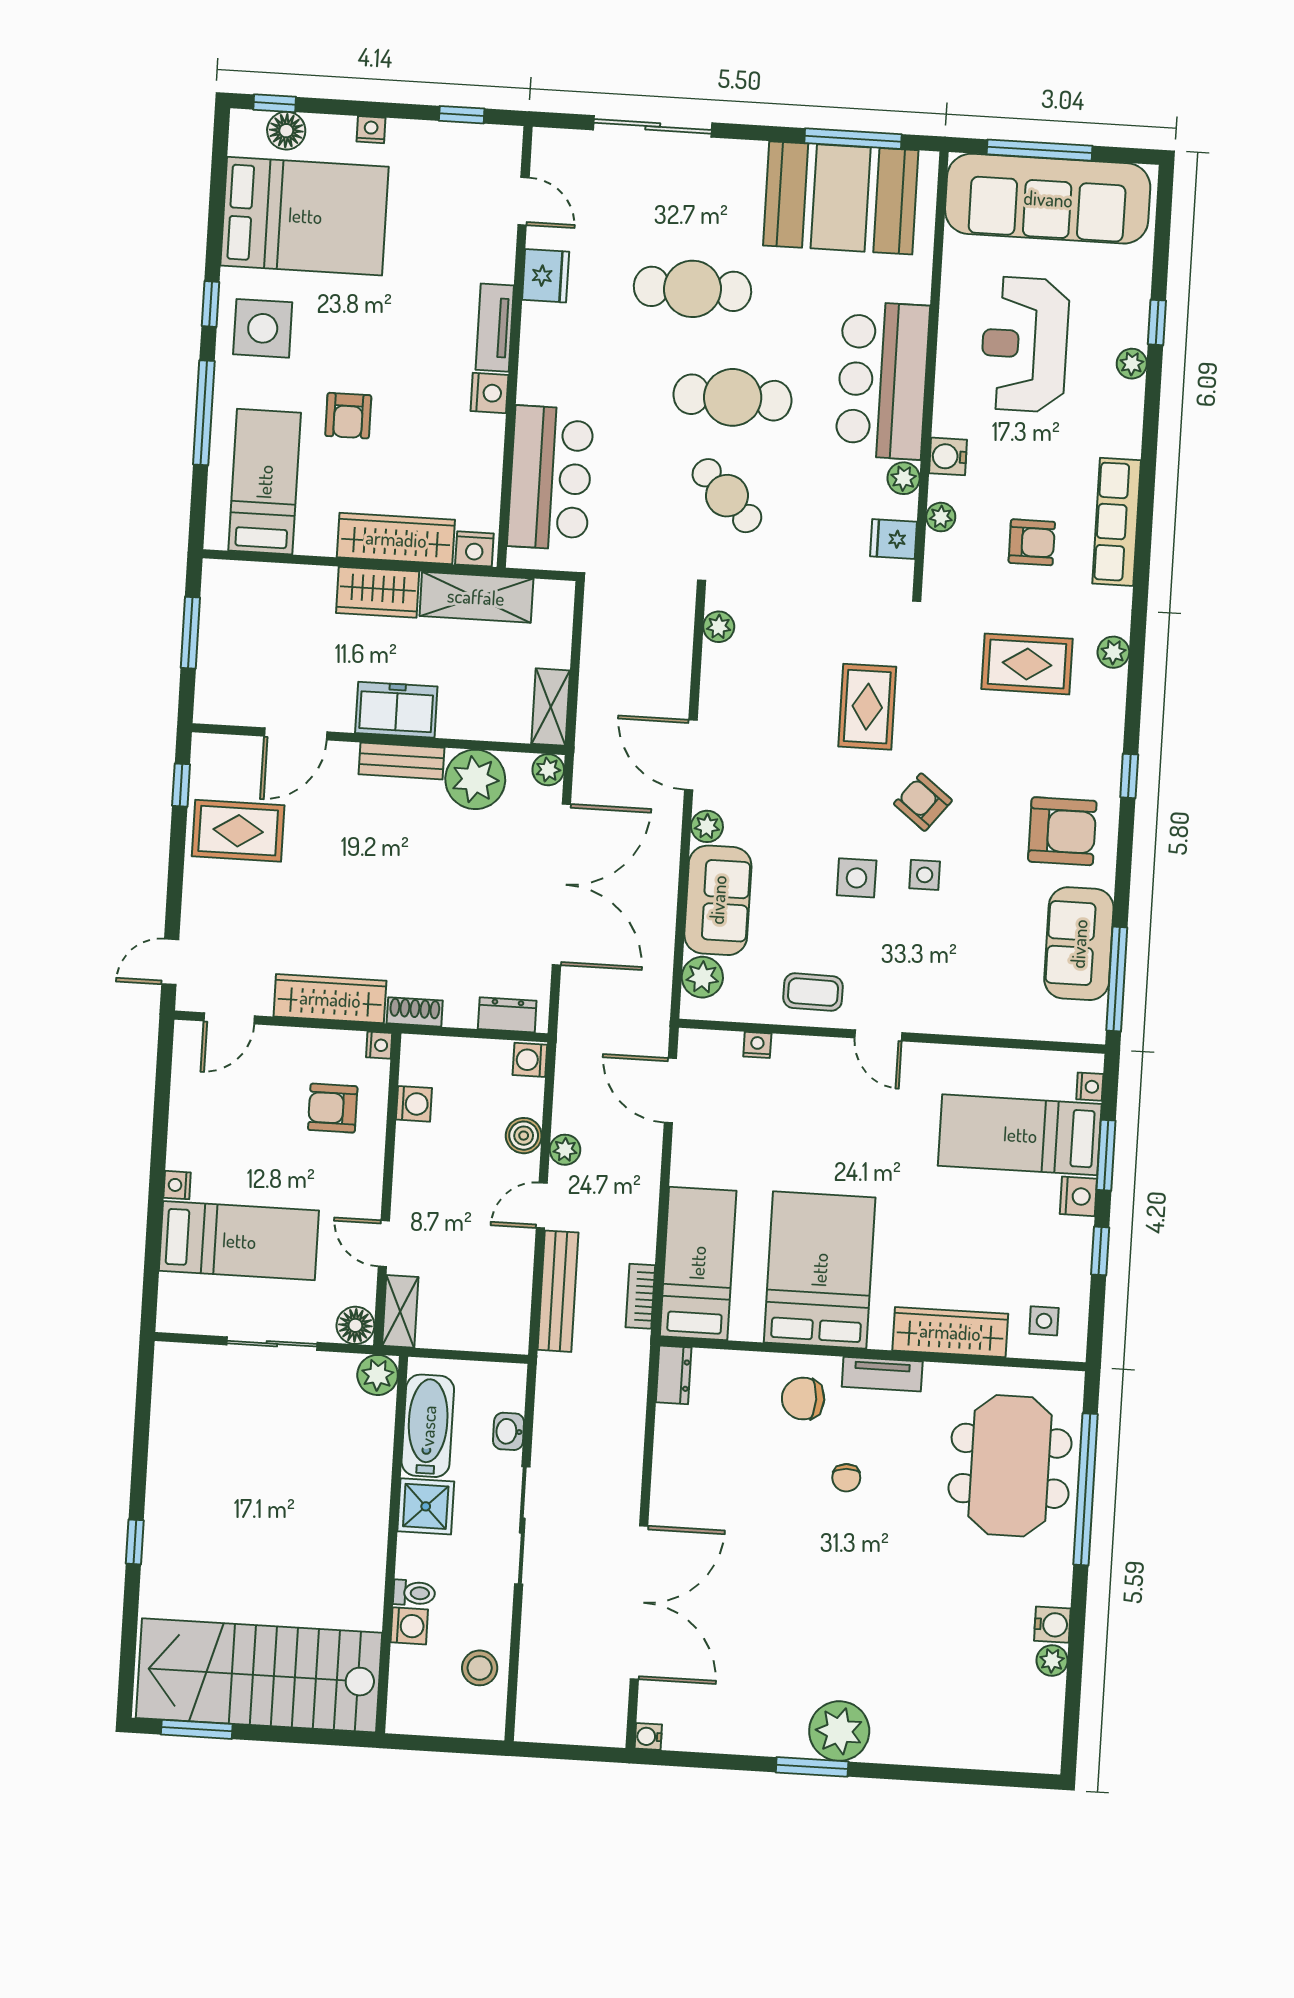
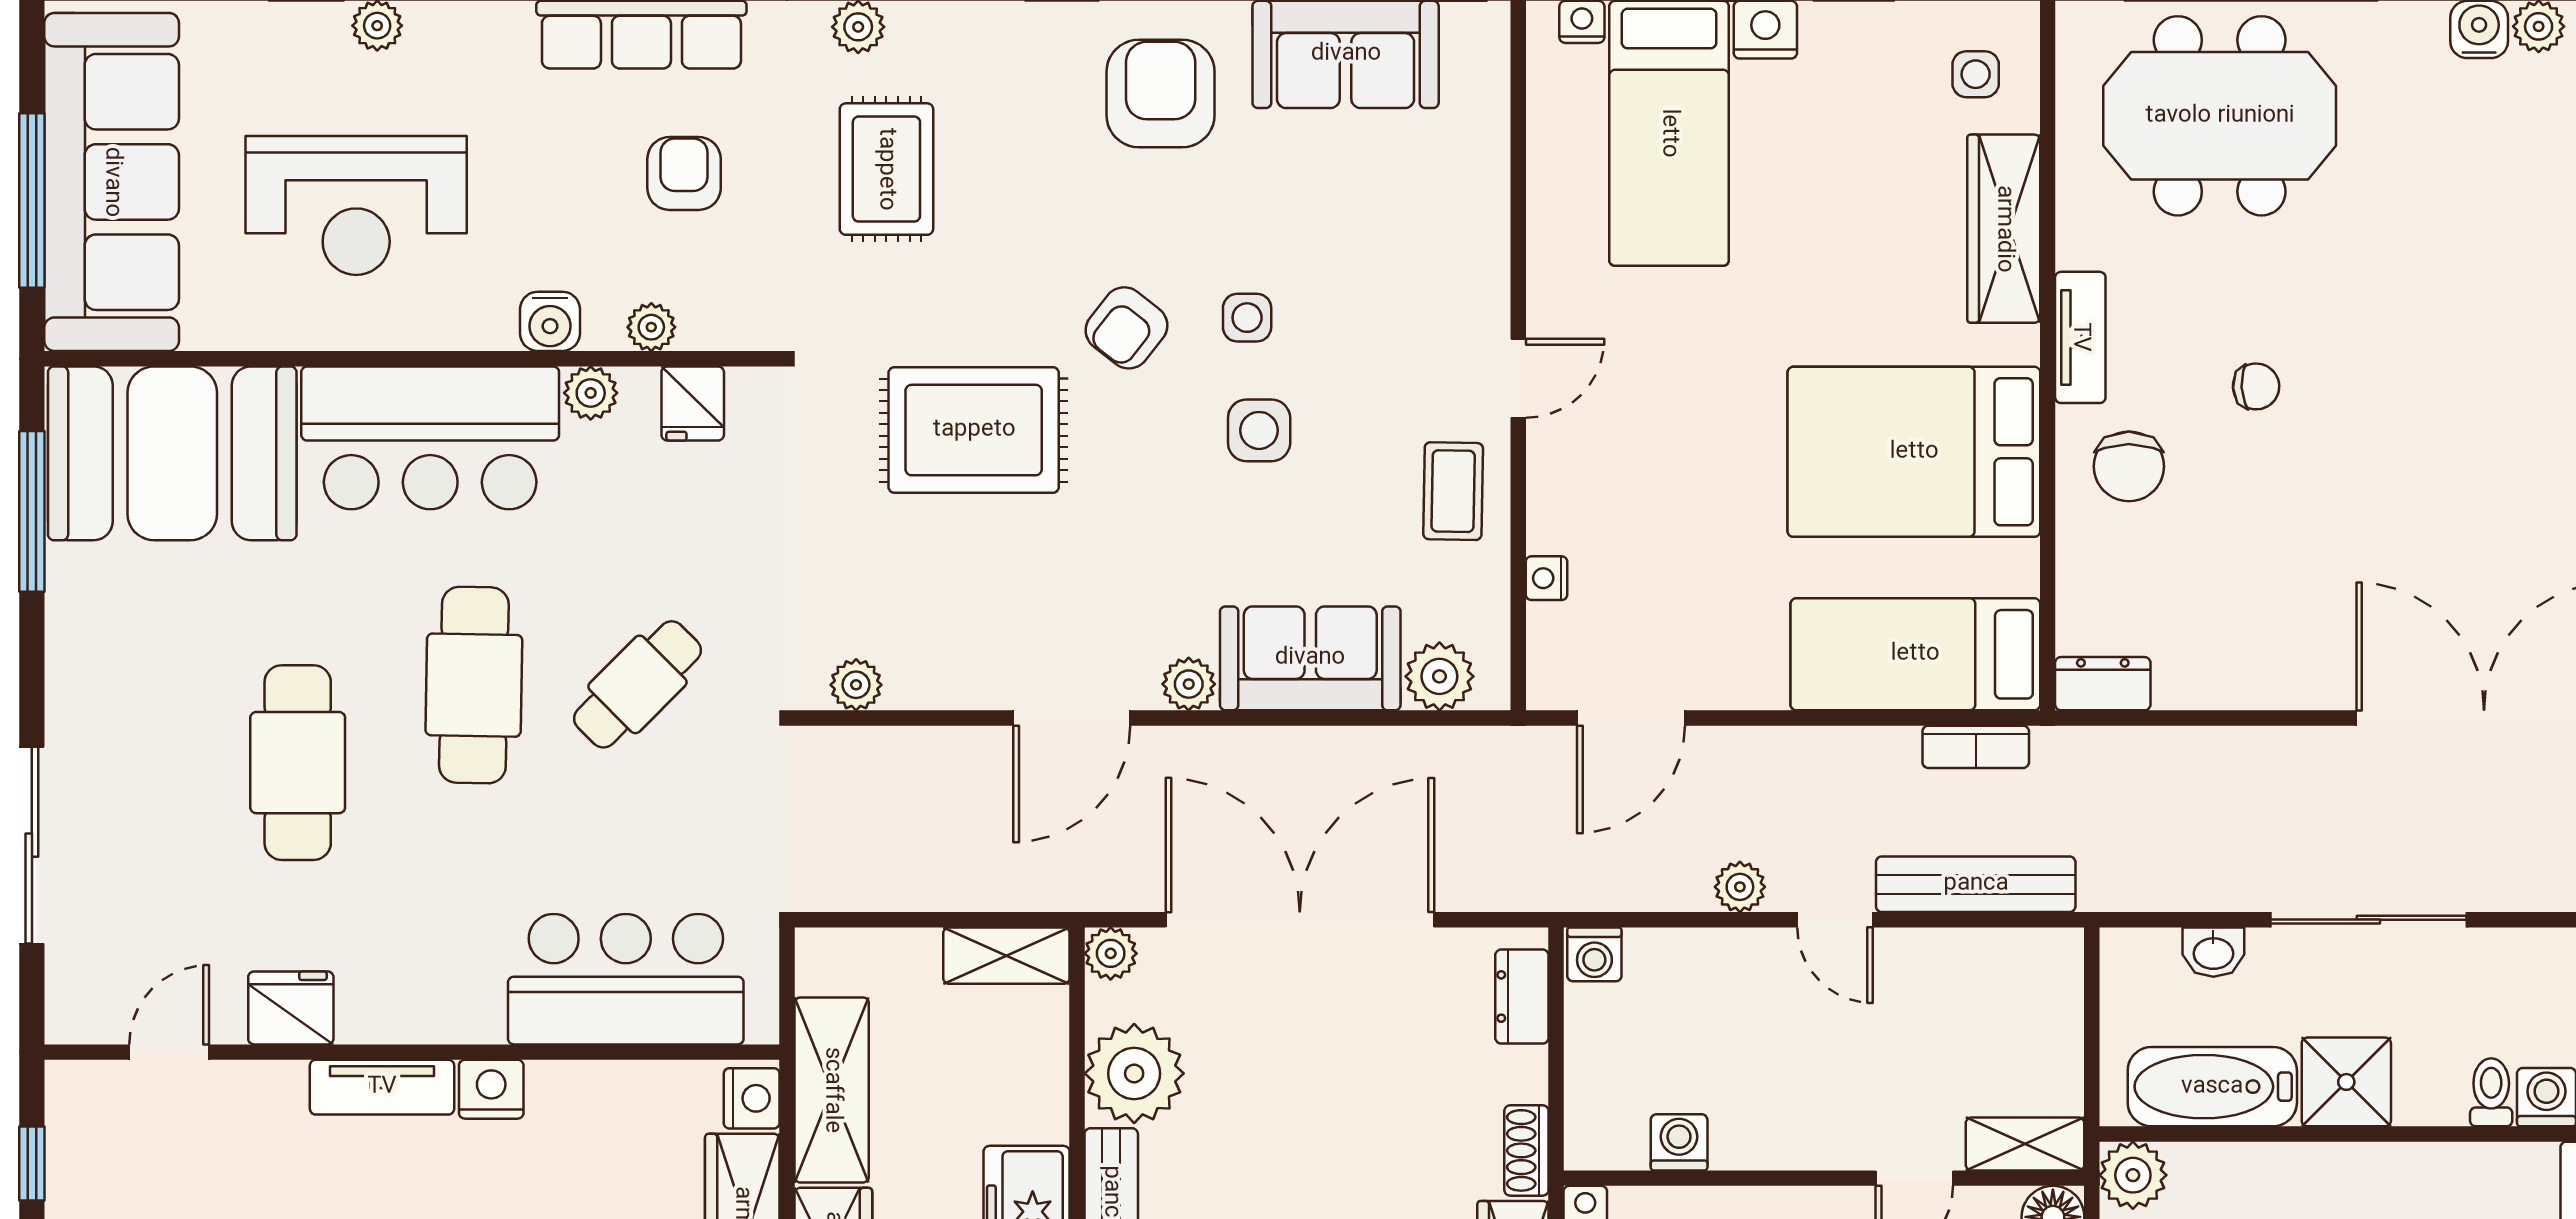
booth: (841, 198) -> (172, 453), moved, turned 90
rug: (867, 707) -> (974, 430), width x1.36, depth x1.43
boiler: (524, 1136) -> (1721, 957), removed

